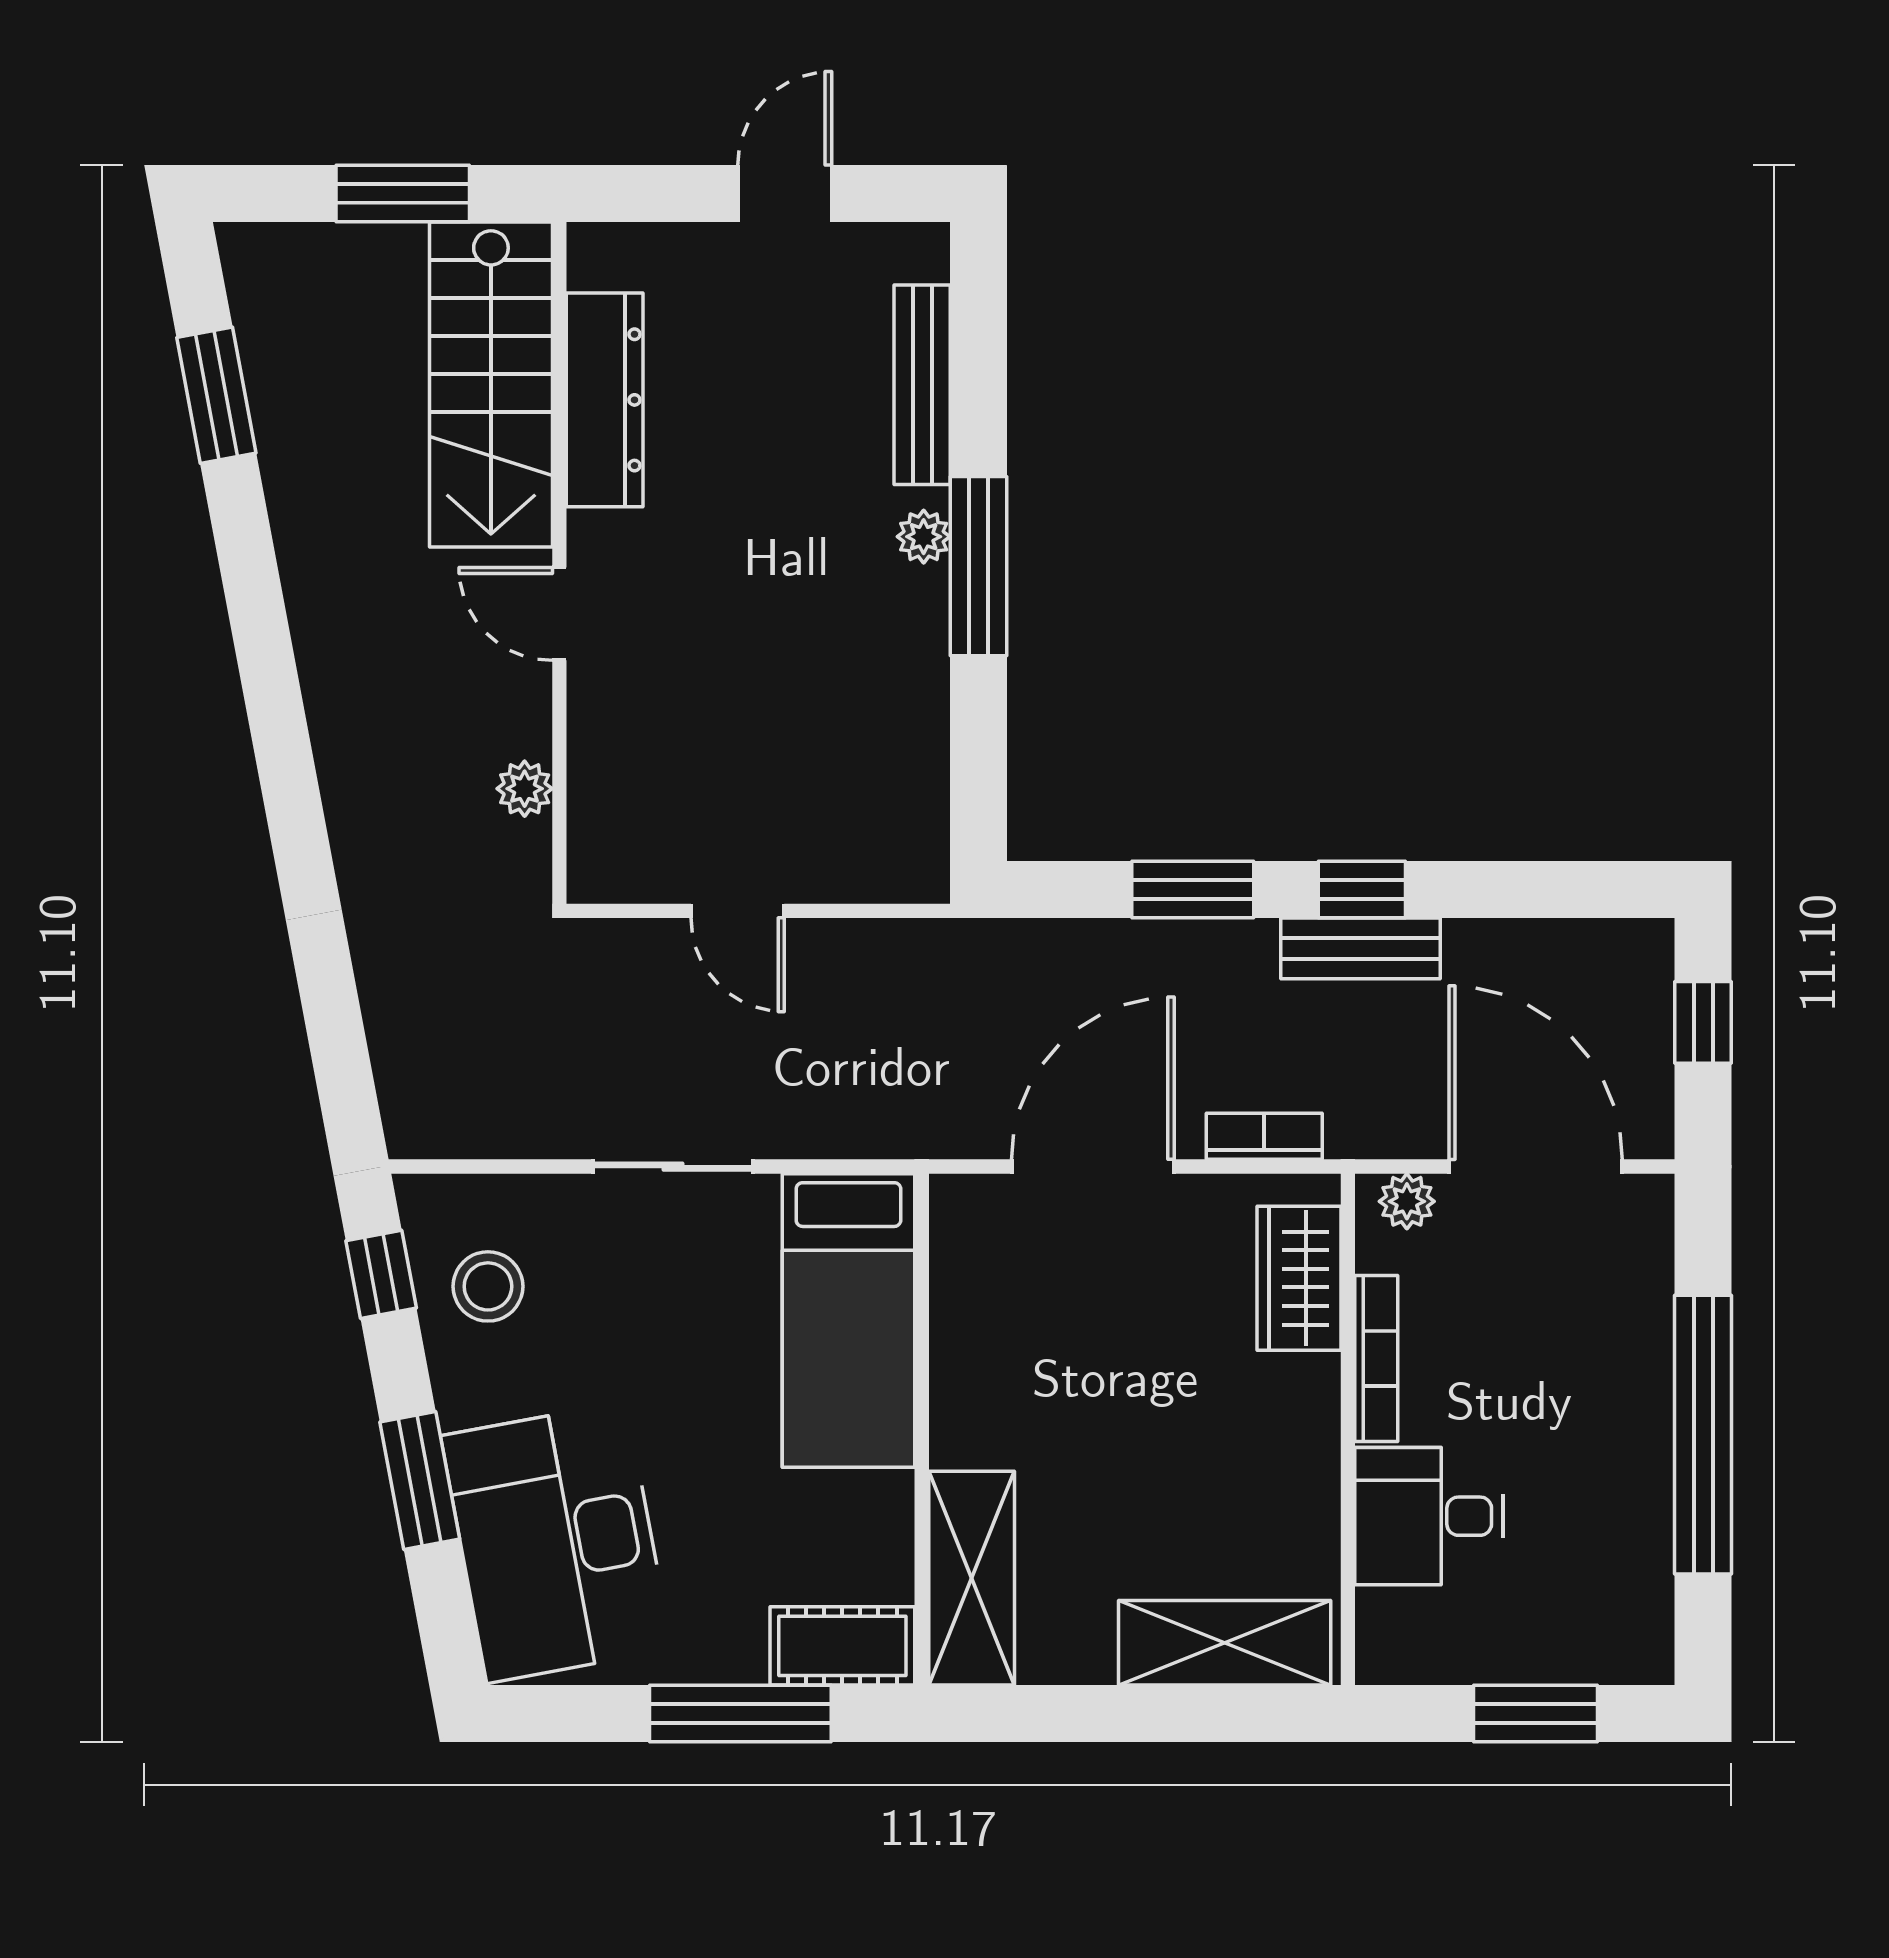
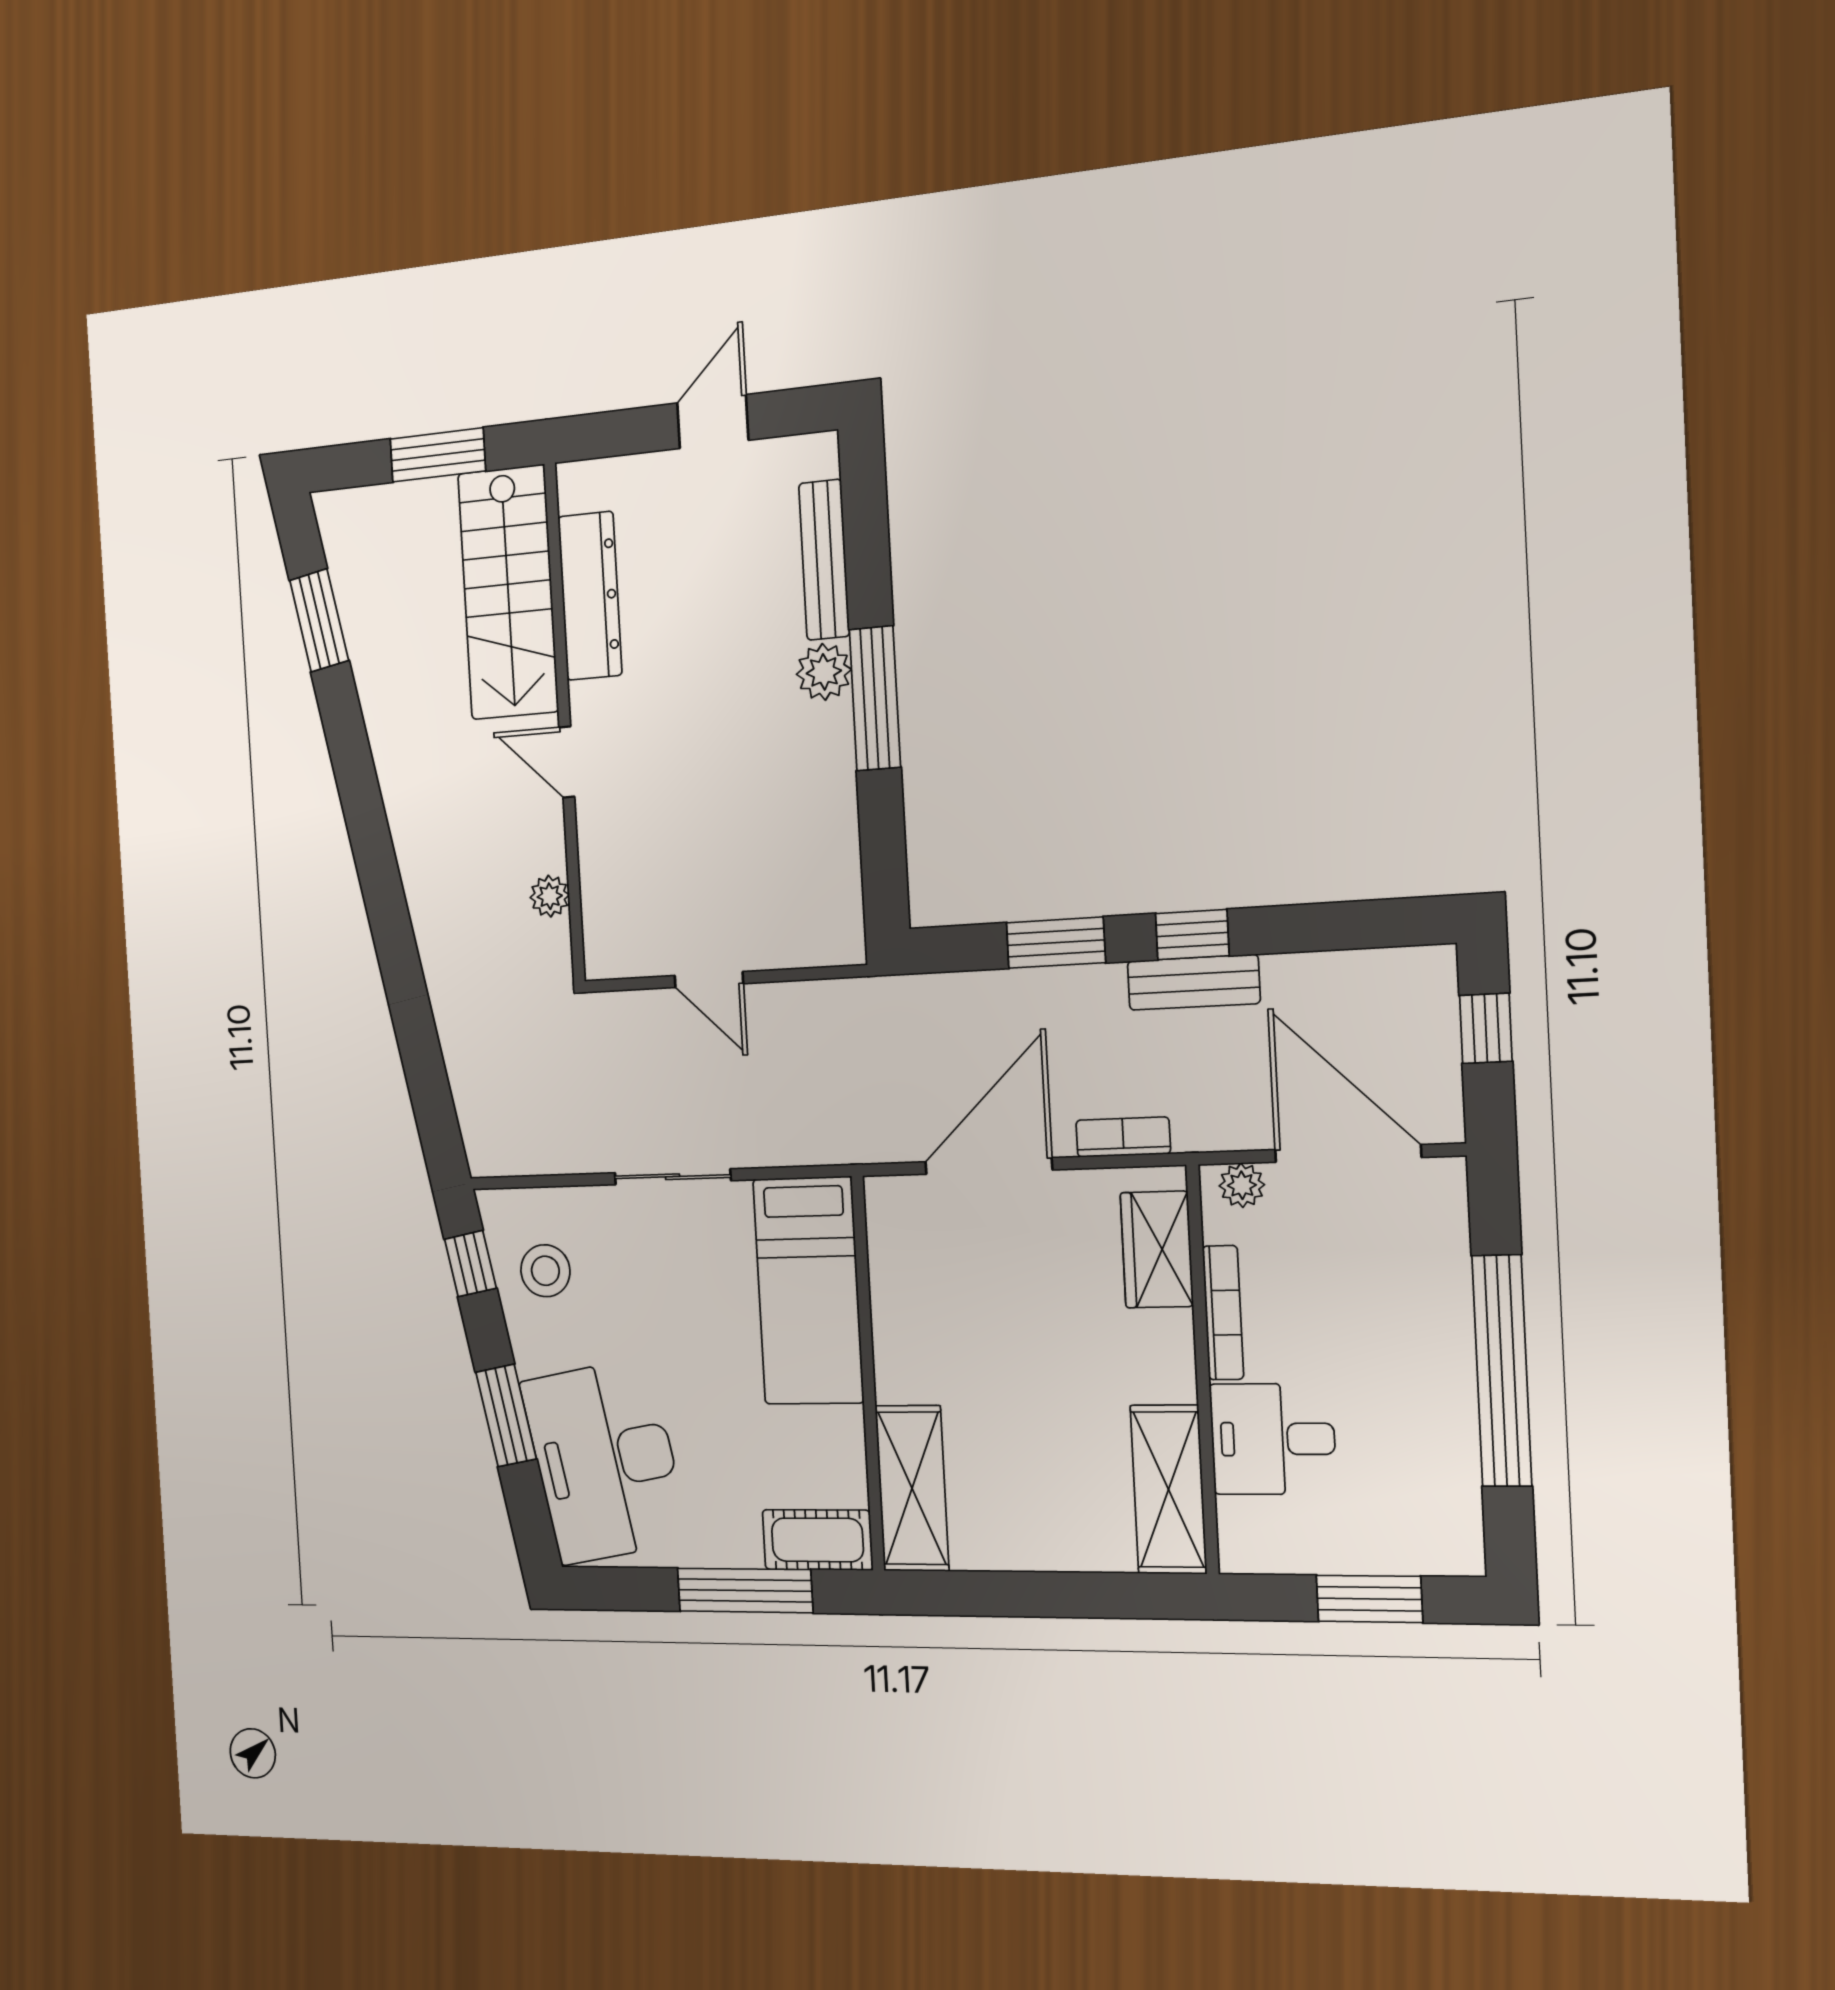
plant: (924, 537) -> (824, 672), width x1.38, depth x1.38
shelving: (1225, 1643) -> (1168, 1490), moved, turned 90

